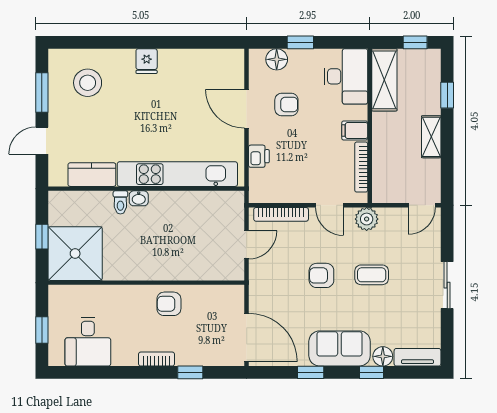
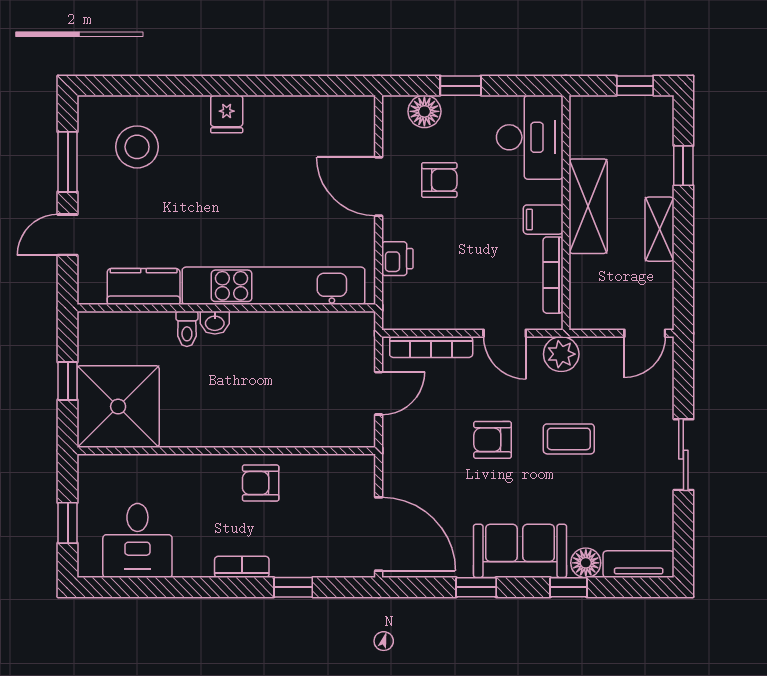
shelving: (384, 80) -> (588, 206), moved

